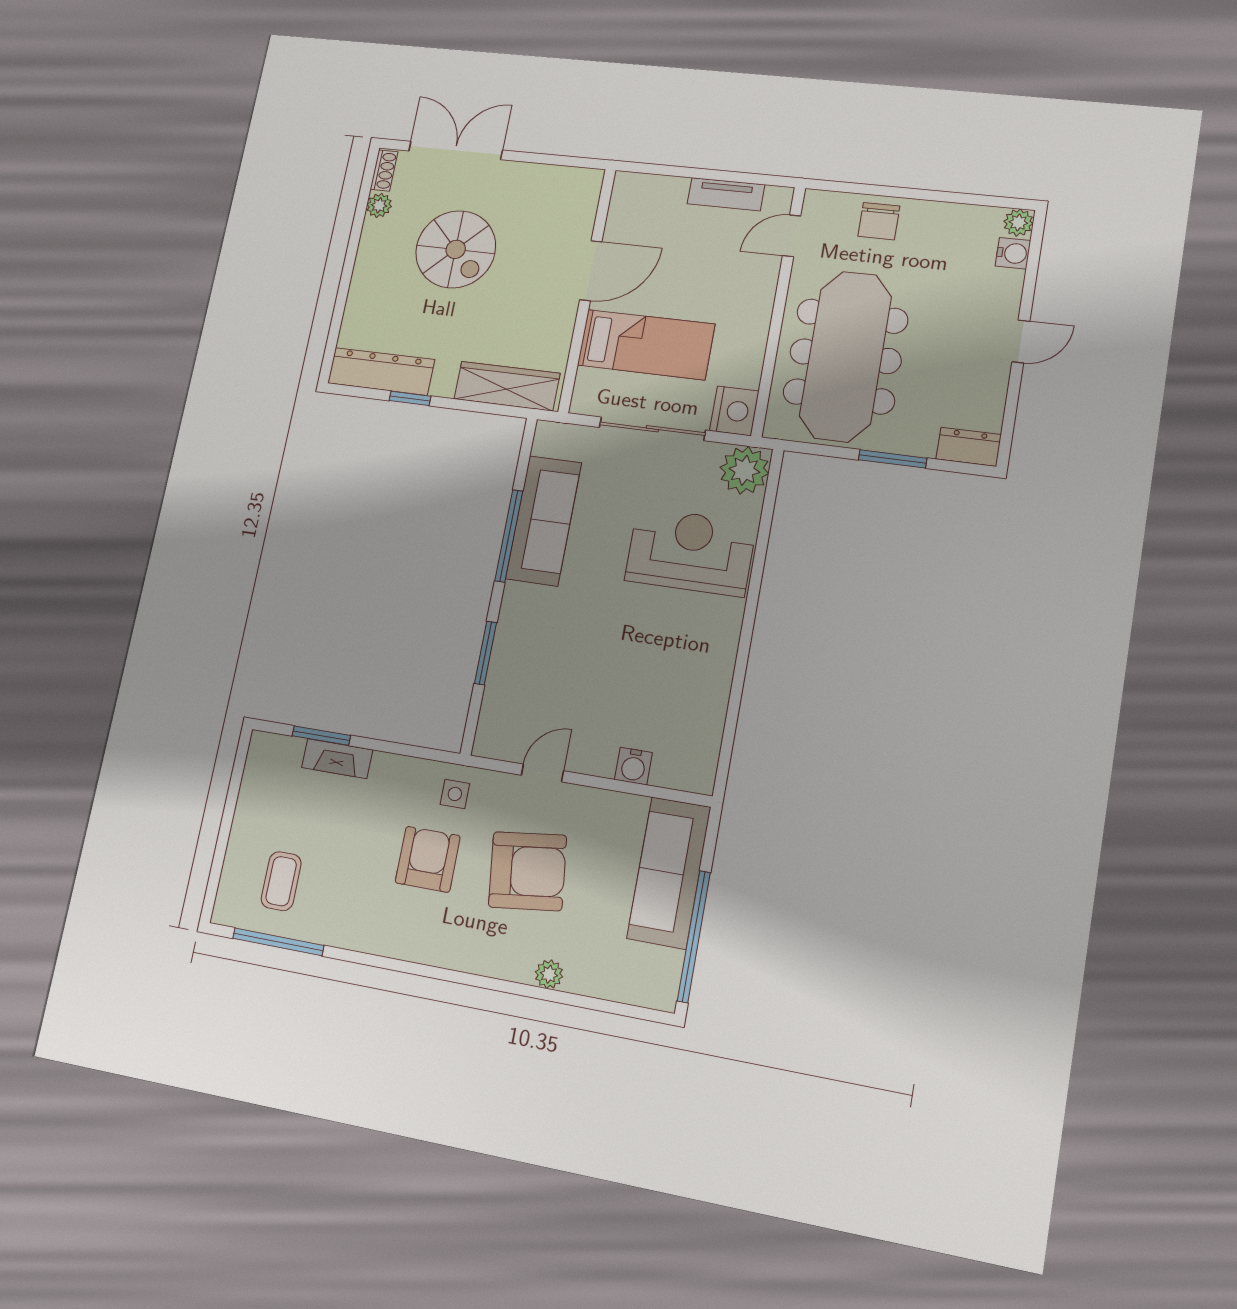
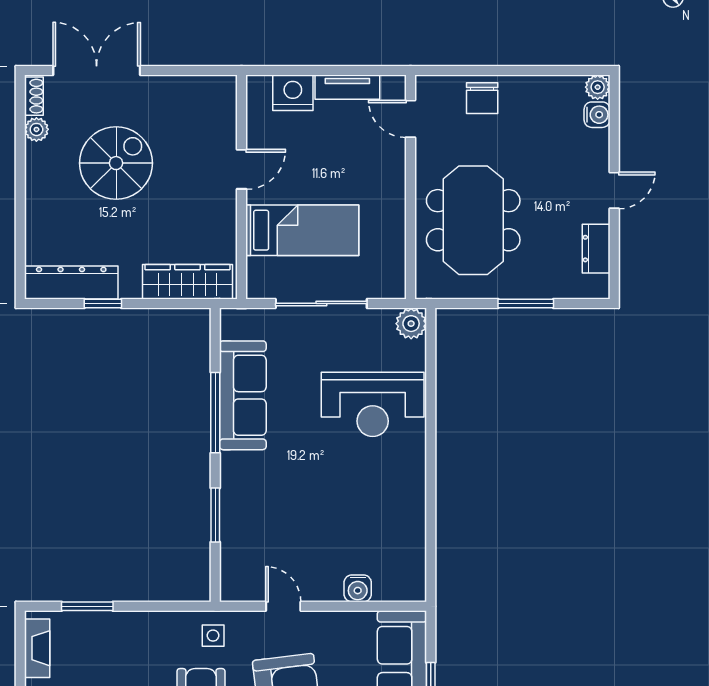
door: (792, 236) -> (410, 119), hinge flipped
spiral stairs: (456, 249) -> (116, 163), turned -90
door: (591, 271) -> (242, 169), width x0.73
meeting table: (845, 356) -> (473, 220), width x0.73
nightstand: (734, 411) -> (293, 93), moved, turned -90
dresser: (969, 447) -> (596, 249), moved, turned -90
plant: (744, 470) -> (411, 324), width x0.73, depth x0.73
reception desk: (690, 552) -> (373, 404), turned 180
fireplace: (337, 759) -> (37, 648), moved, turned -90
door: (542, 773) -> (283, 606), hinge flipped

